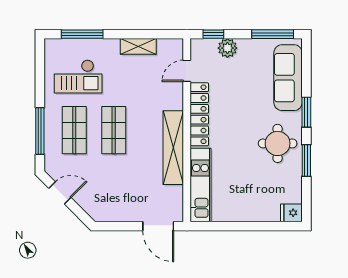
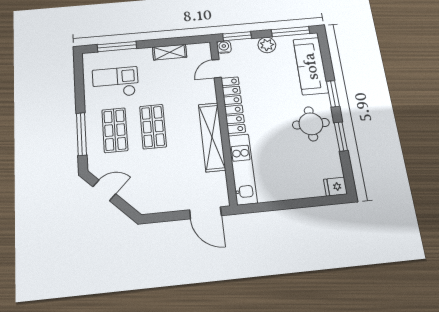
window: (213, 34) -> (237, 36), width x1.50
water cooler: (198, 46) -> (224, 47), added
plant: (227, 48) -> (267, 45), moved
checkout: (78, 76) -> (116, 82), turned 180

